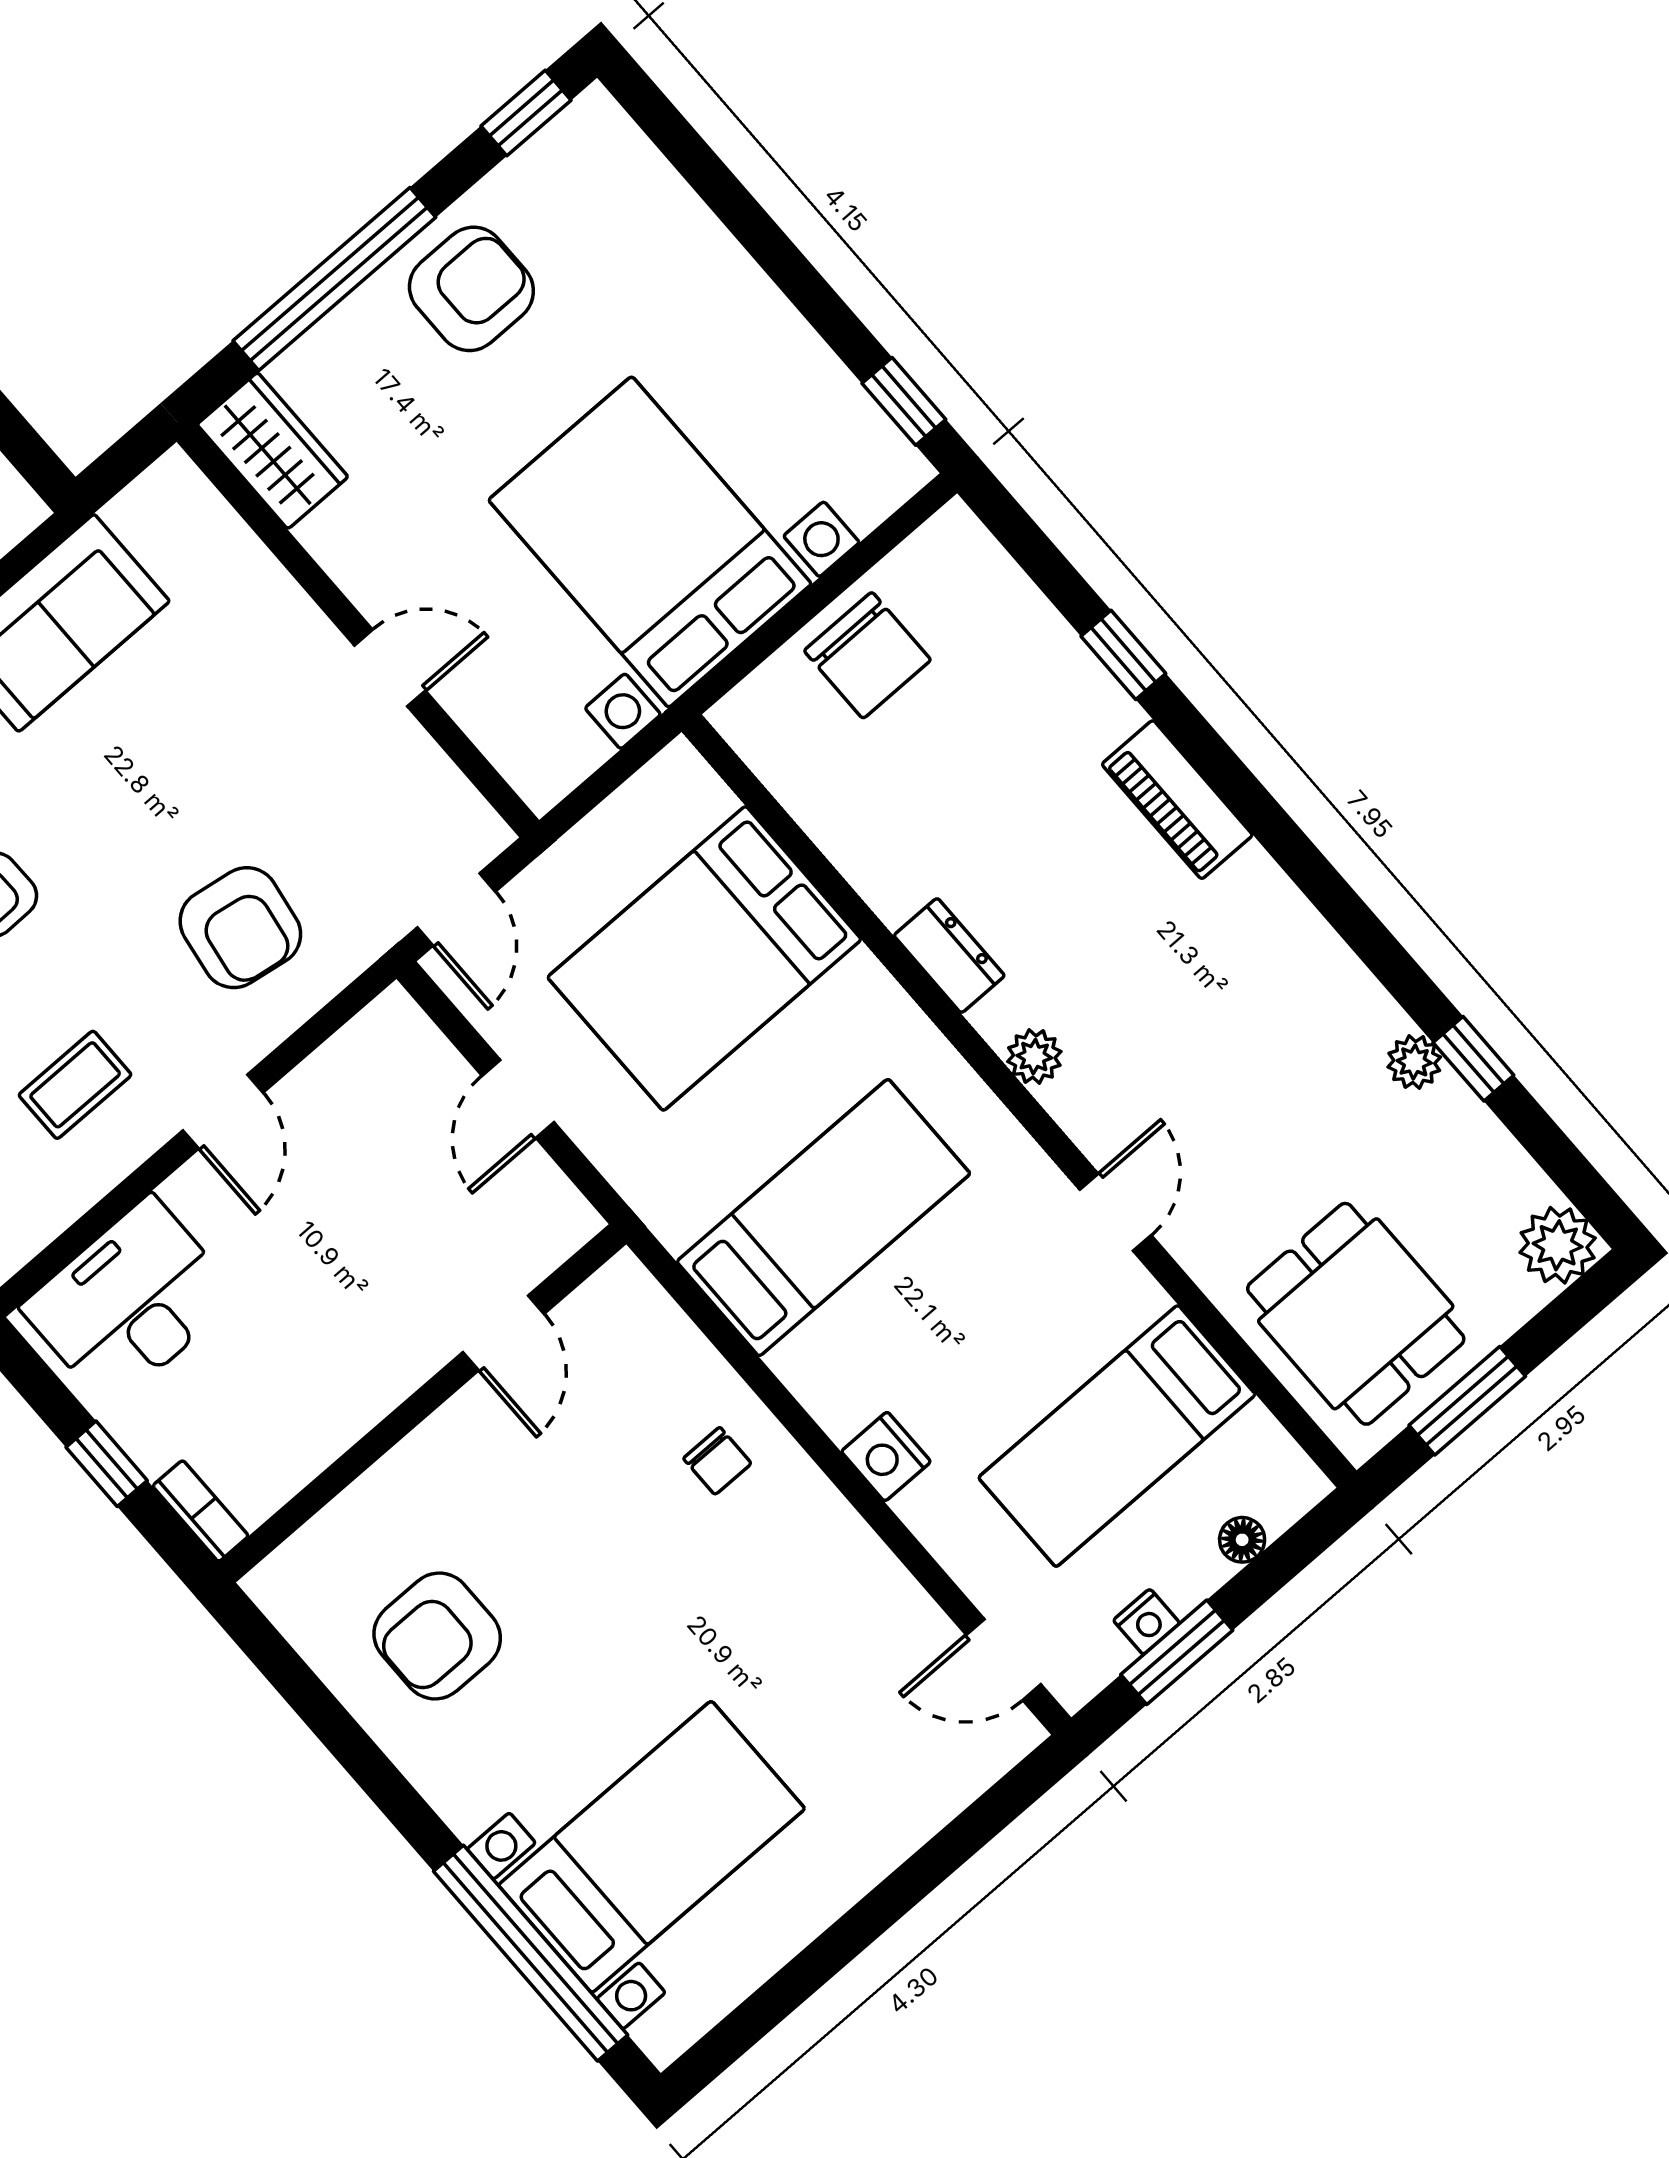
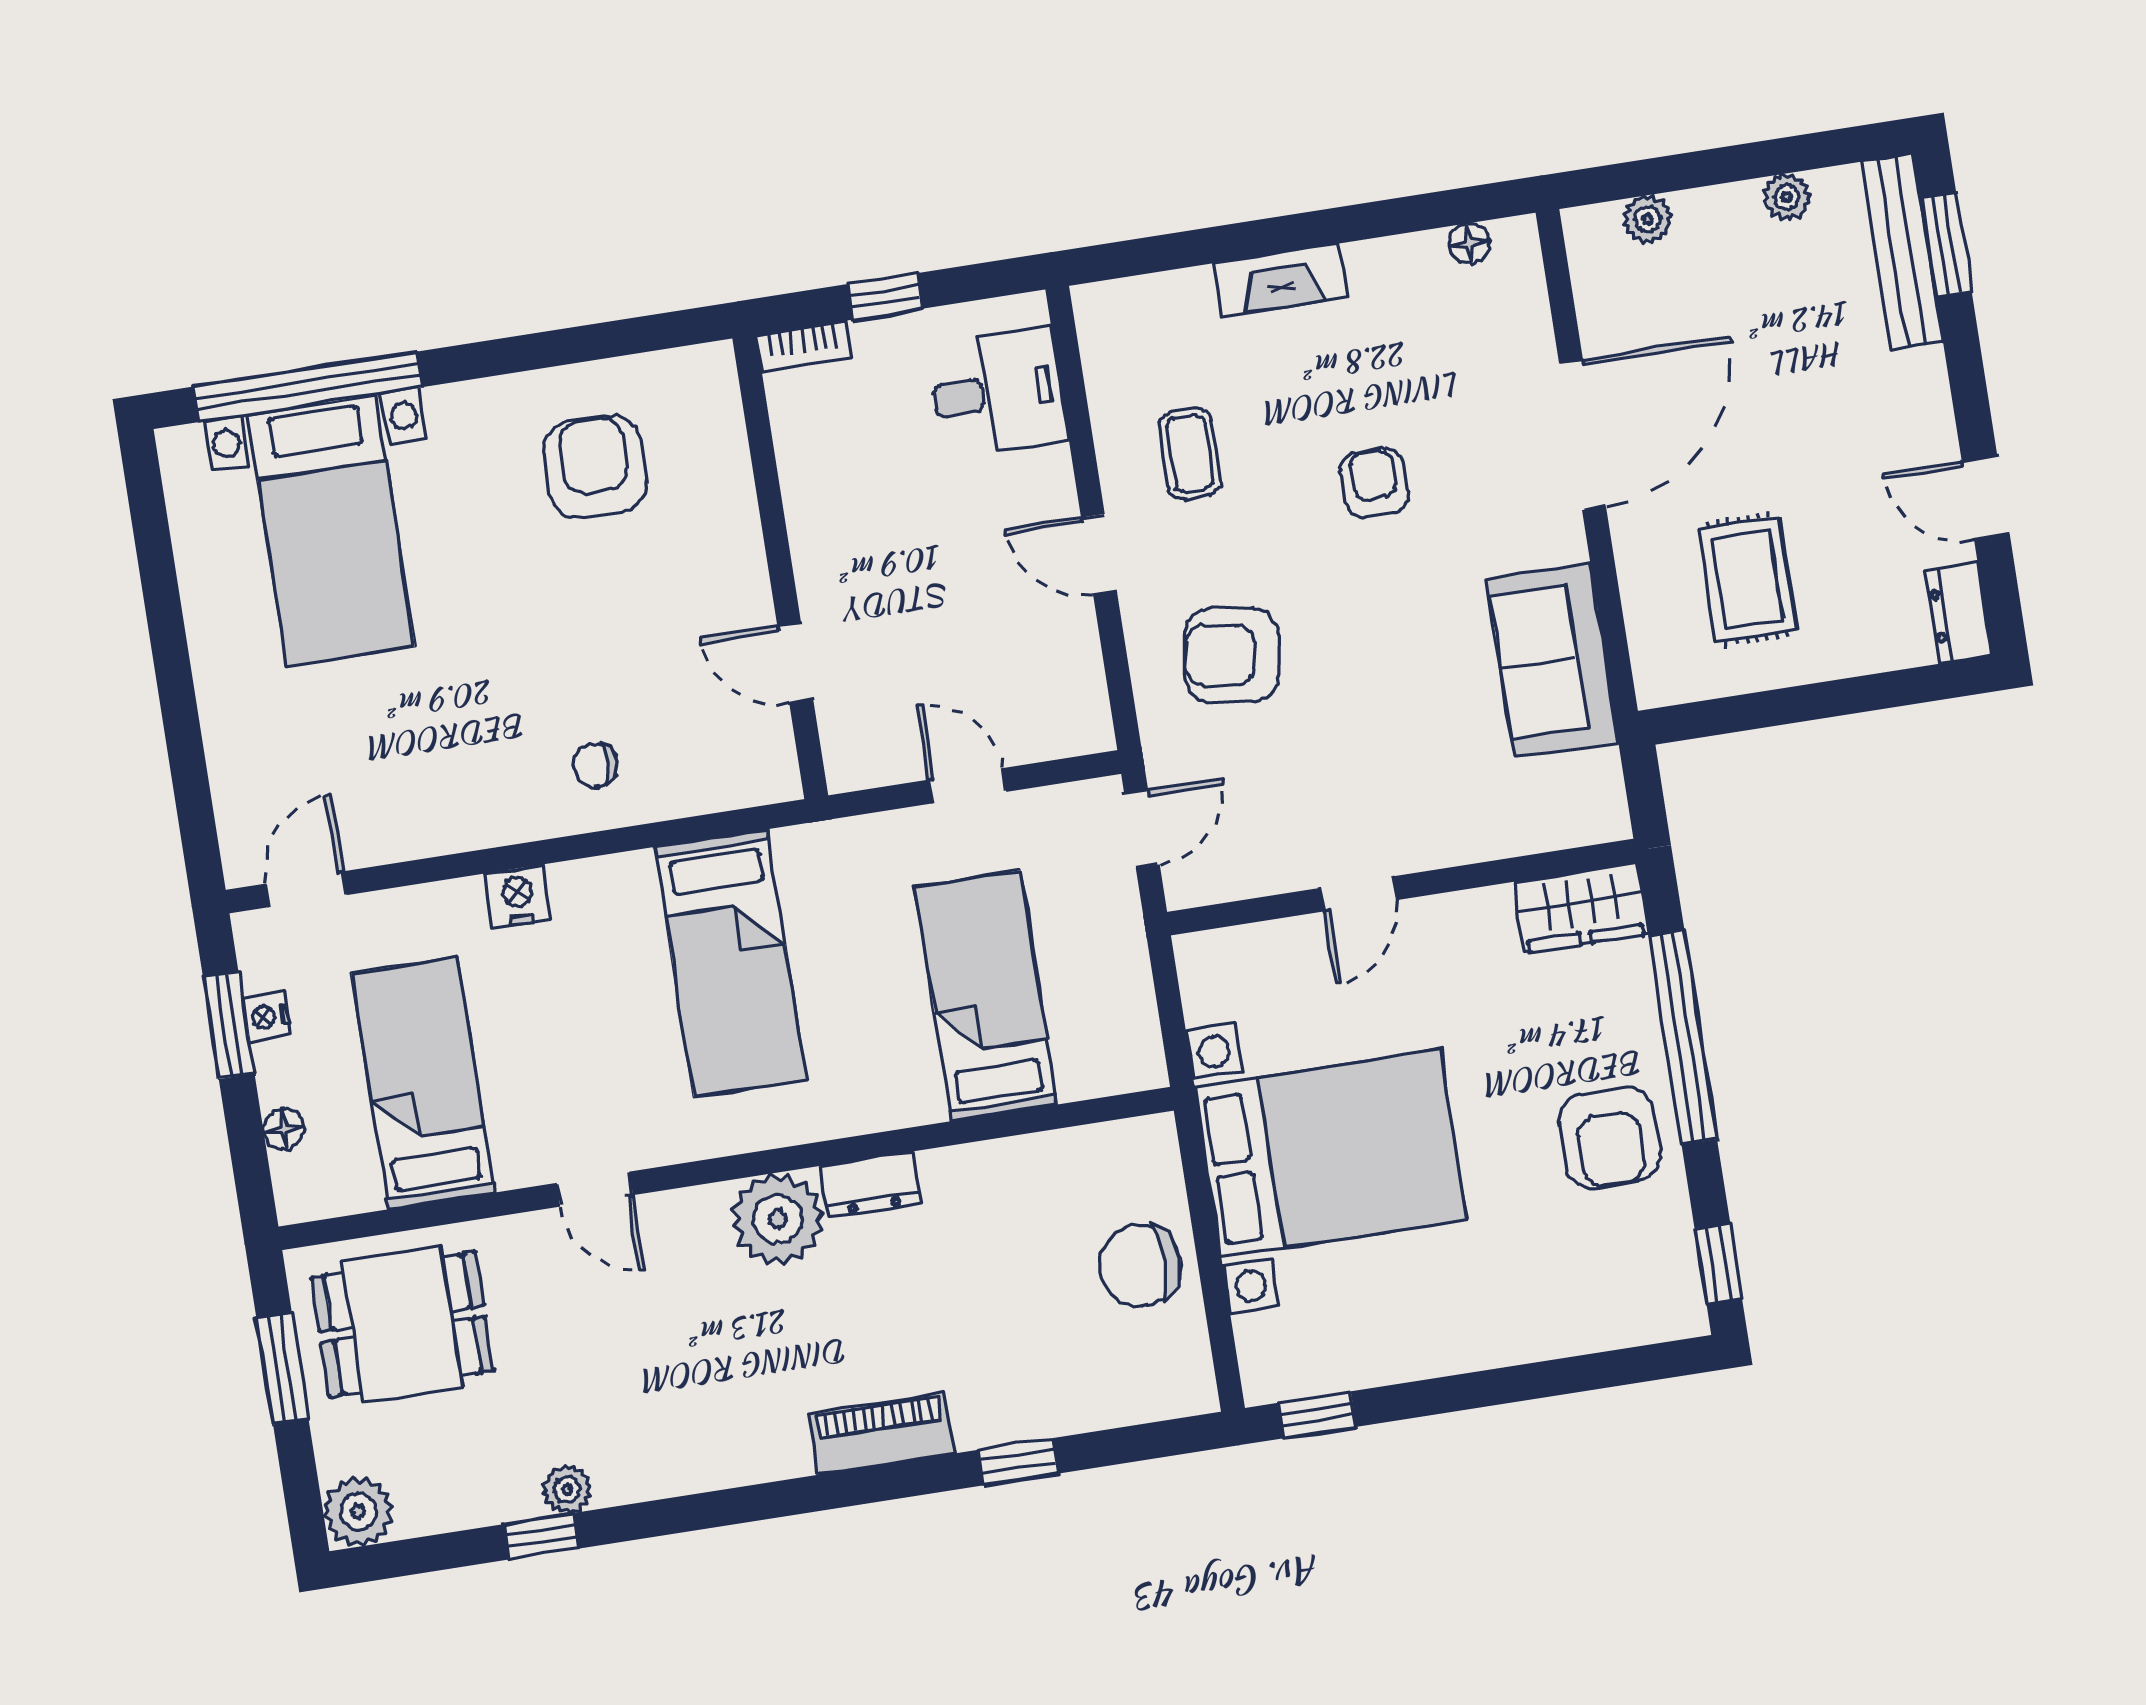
door: (456, 909) -> (1142, 829), swing flipped
bed: (704, 958) -> (986, 996), width x0.67
plant: (1034, 1057) -> (778, 1219), width x1.87, depth x1.87
desk: (130, 1302) -> (998, 392), width x0.73

